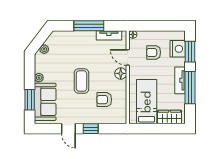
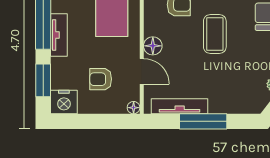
tv unit: (109, 35) -> (180, 106), width x1.41
nightstand: (178, 49) -> (64, 102), moved, turned -90
armchair: (154, 52) -> (101, 79), turned 180

